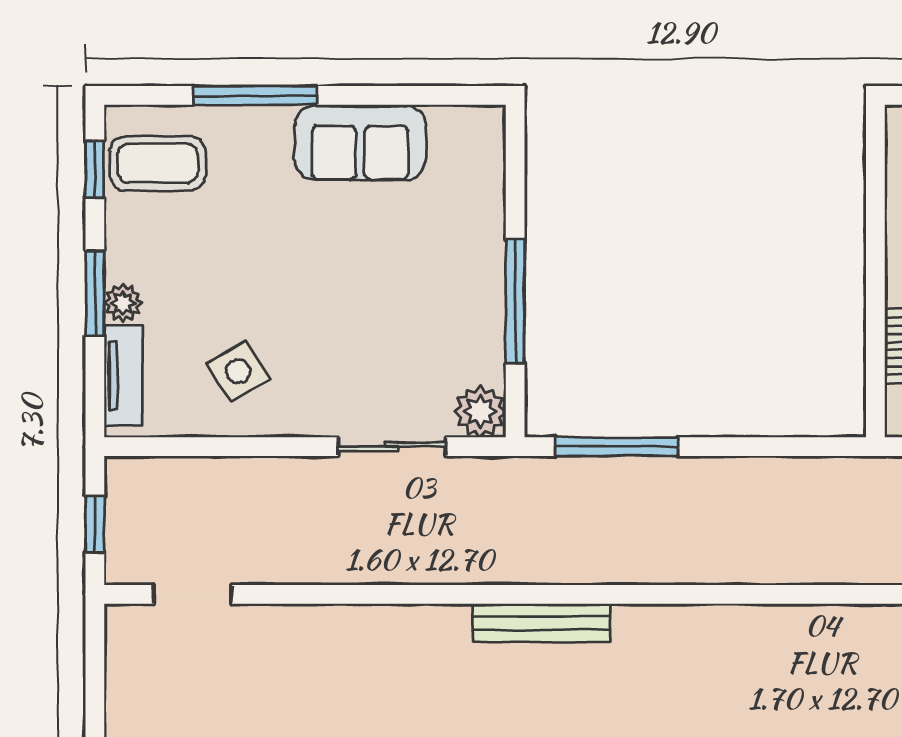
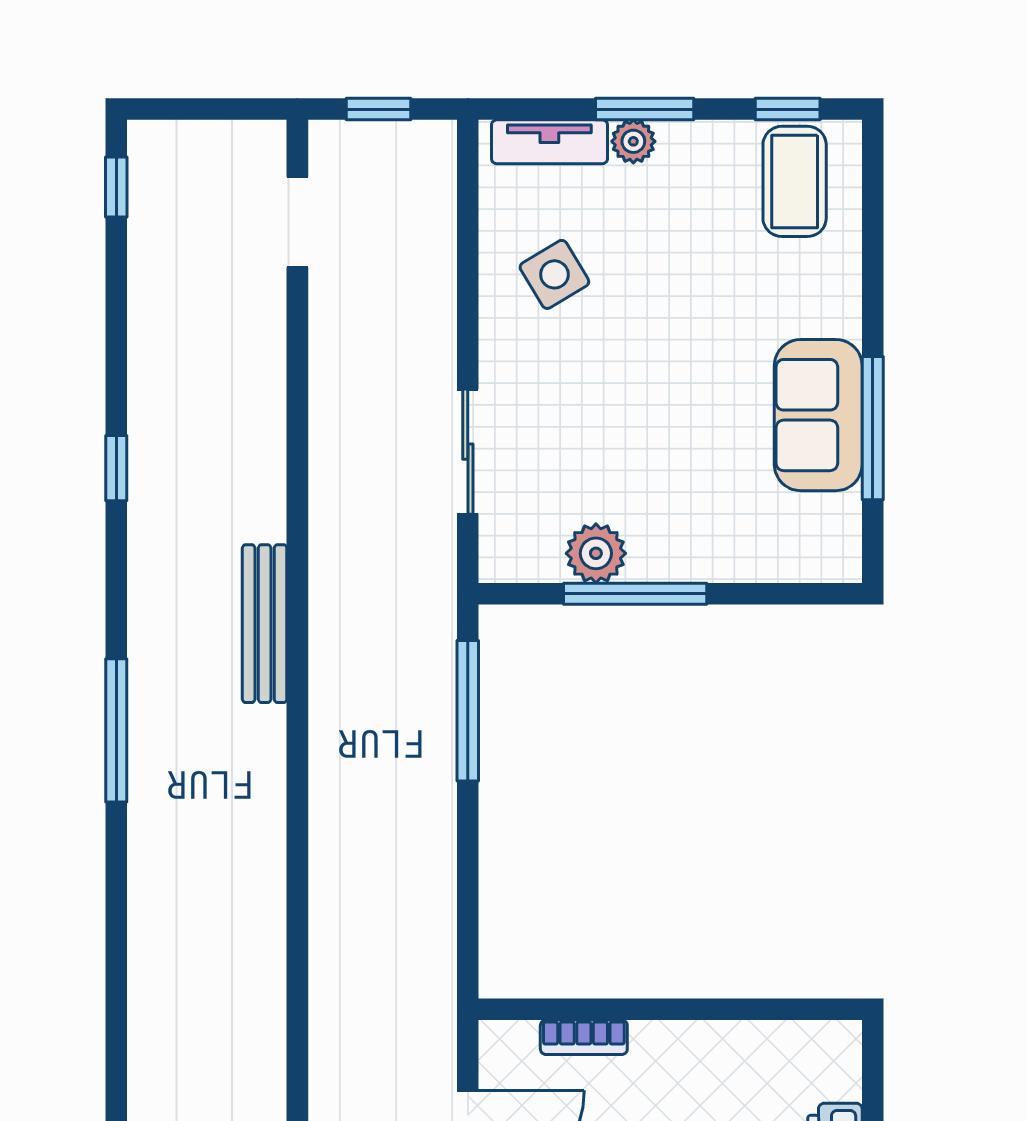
window: (255, 95) -> (873, 428), moved
plant: (480, 411) -> (596, 553), moved

